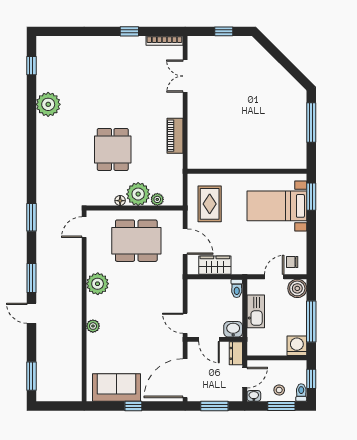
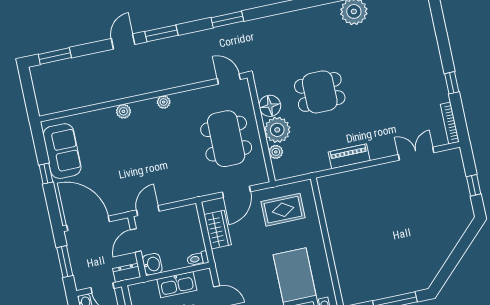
floor lamp: (120, 201) -> (270, 106), width x1.89, depth x1.89
plant: (98, 284) -> (164, 102), width x0.53, depth x0.53

